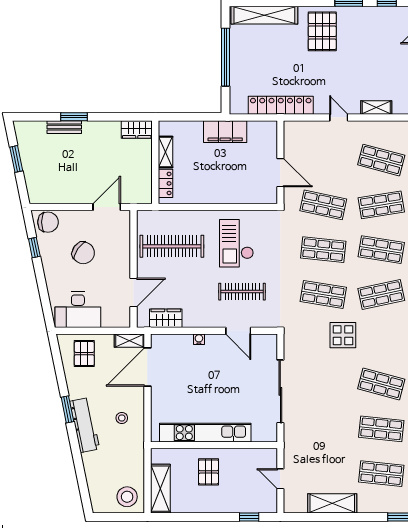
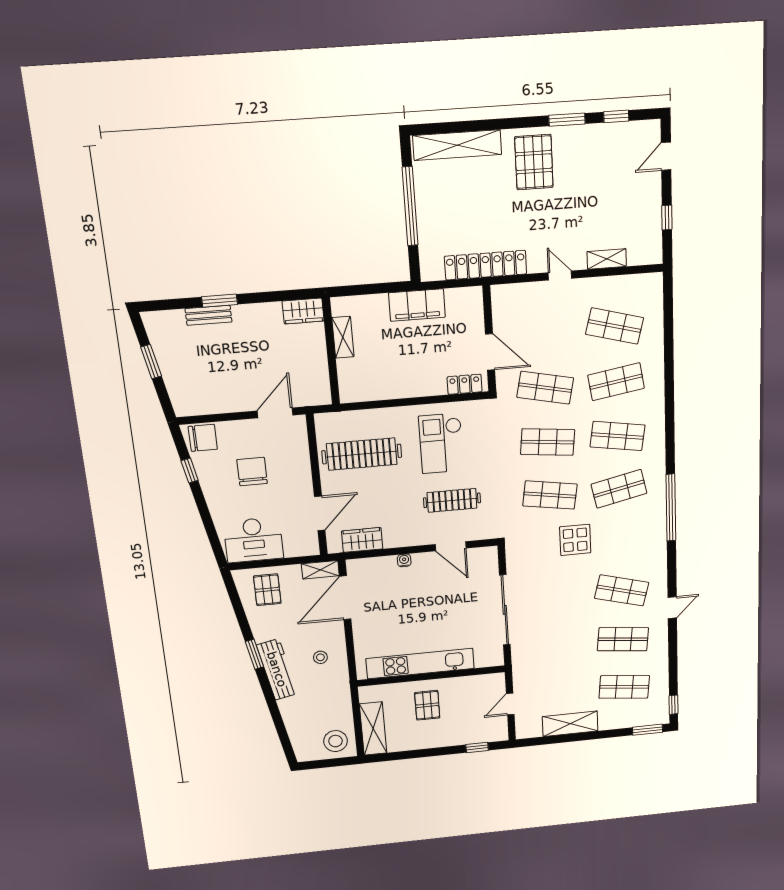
locker: (165, 183) -> (465, 384), moved, turned -90
chair: (83, 253) -> (252, 472), turned -125
door: (280, 479) -> (510, 704), hinge flipped

